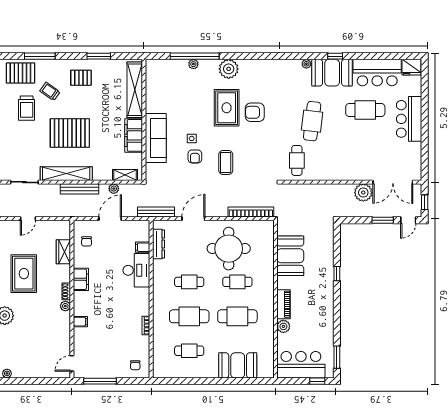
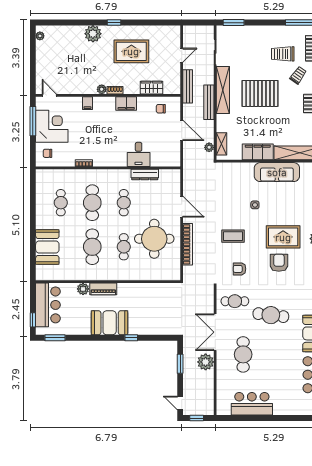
cafe table: (365, 110) -> (243, 354), moved
bar counter: (409, 119) -> (252, 404), moved
pallet: (70, 133) -> (260, 93), turned 90
sofa: (156, 138) -> (277, 172), moved
armchair: (195, 156) -> (239, 269), moved
double door: (393, 182) -> (215, 332), moved
plant: (114, 189) -> (209, 147), moved
bench: (156, 212) -> (188, 86), moved
bookcase: (251, 212) -> (188, 244), moved
door: (28, 219) -> (182, 55), swing flipped
window: (383, 220) -> (180, 364), moved
dresser: (158, 244) -> (145, 175), moved
filing cabinet: (143, 247) -> (156, 160), removed
booth: (290, 256) -> (110, 323), moved
desk: (136, 270) -> (139, 154), width x0.73
corner desk: (106, 361) -> (52, 126), added

